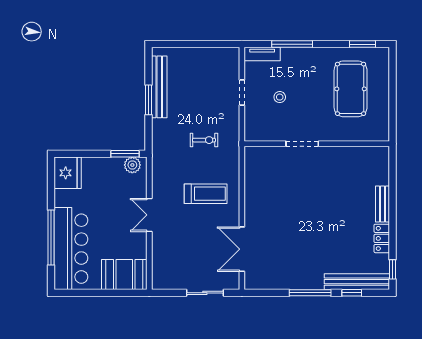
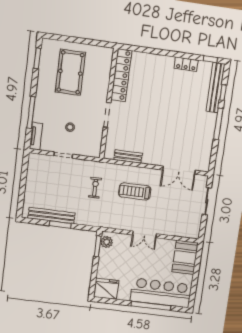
pool table: (351, 89) -> (70, 72), turned 90
locker: (356, 155) -> (121, 75), added
treadmill: (206, 194) -> (135, 191), turned -90
bench: (383, 204) -> (128, 157), moved

